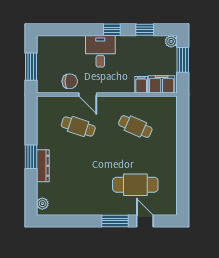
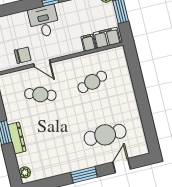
cafe table: (135, 127) -> (92, 82), turned -42
window: (115, 221) -> (84, 175), moved
door: (145, 221) -> (122, 166), hinge flipped

